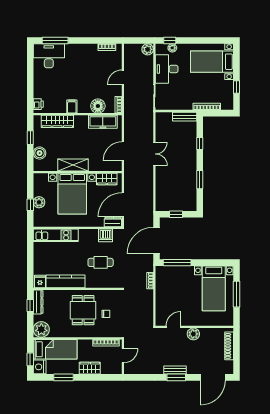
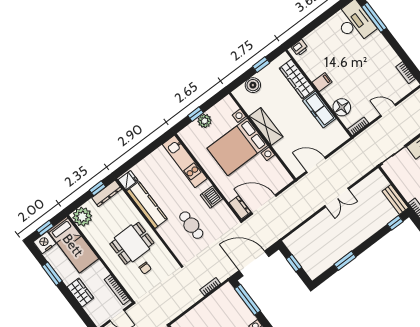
freezer: (103, 122) -> (319, 110), moved
window: (200, 143) -> (395, 223), moved
wardrobe: (107, 179) -> (277, 170), removed
dishwasher: (106, 235) -> (211, 197), moved

